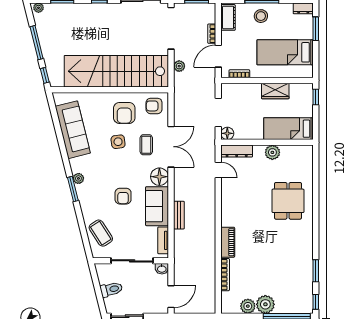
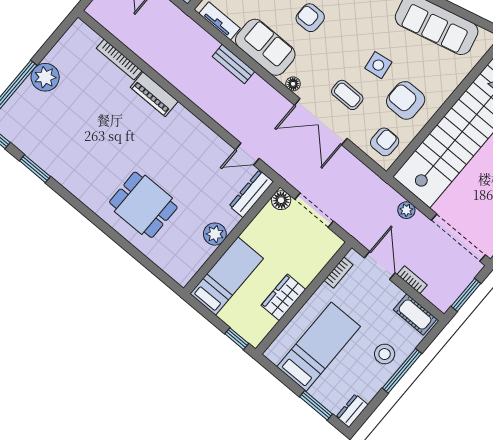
floor lamp: (159, 177) -> (293, 84), width x0.53, depth x0.53
plant: (248, 306) -> (60, 55), removed

